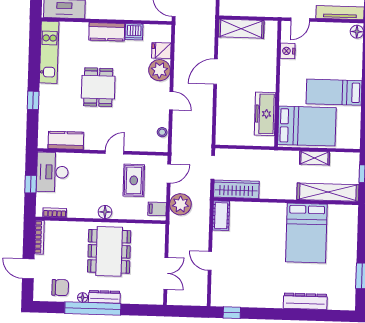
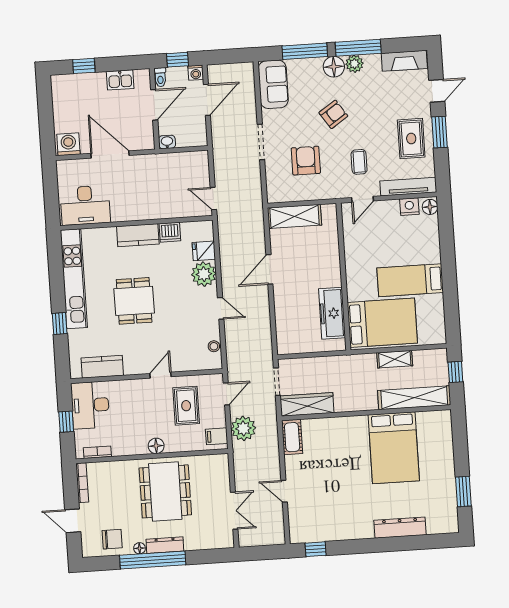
nightstand: (288, 51) -> (409, 207), moved, turned 90
kitchen unit: (49, 52) -> (74, 279), width x1.36

